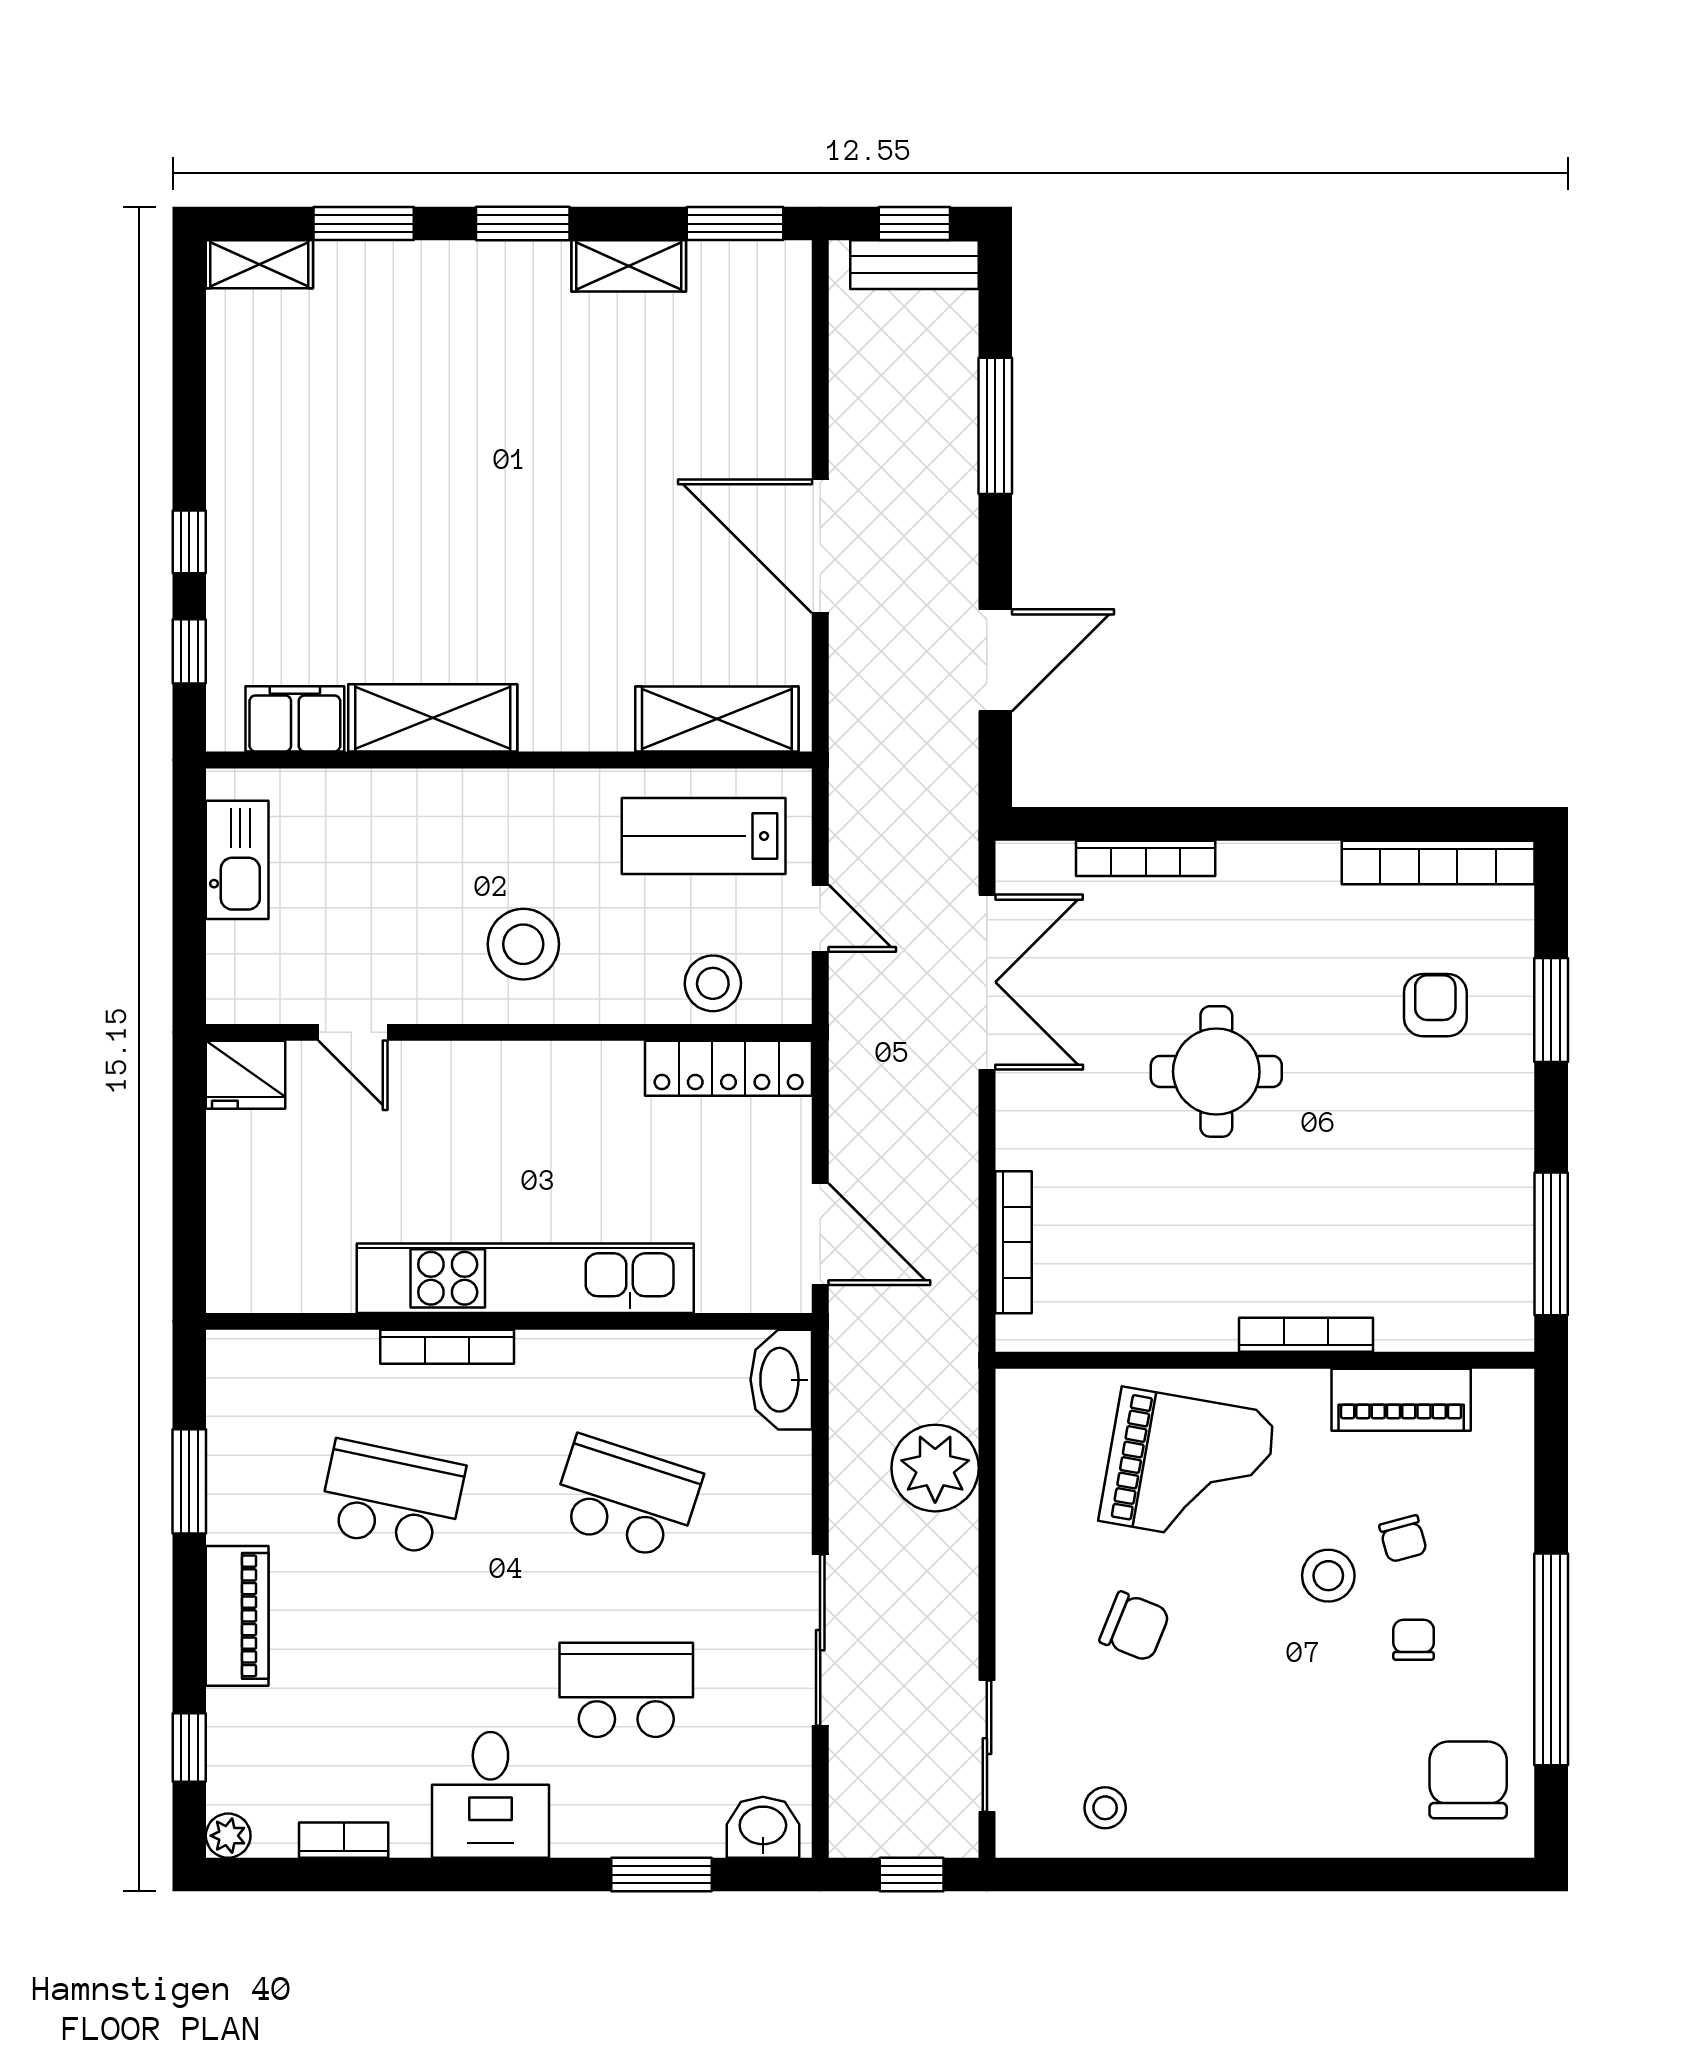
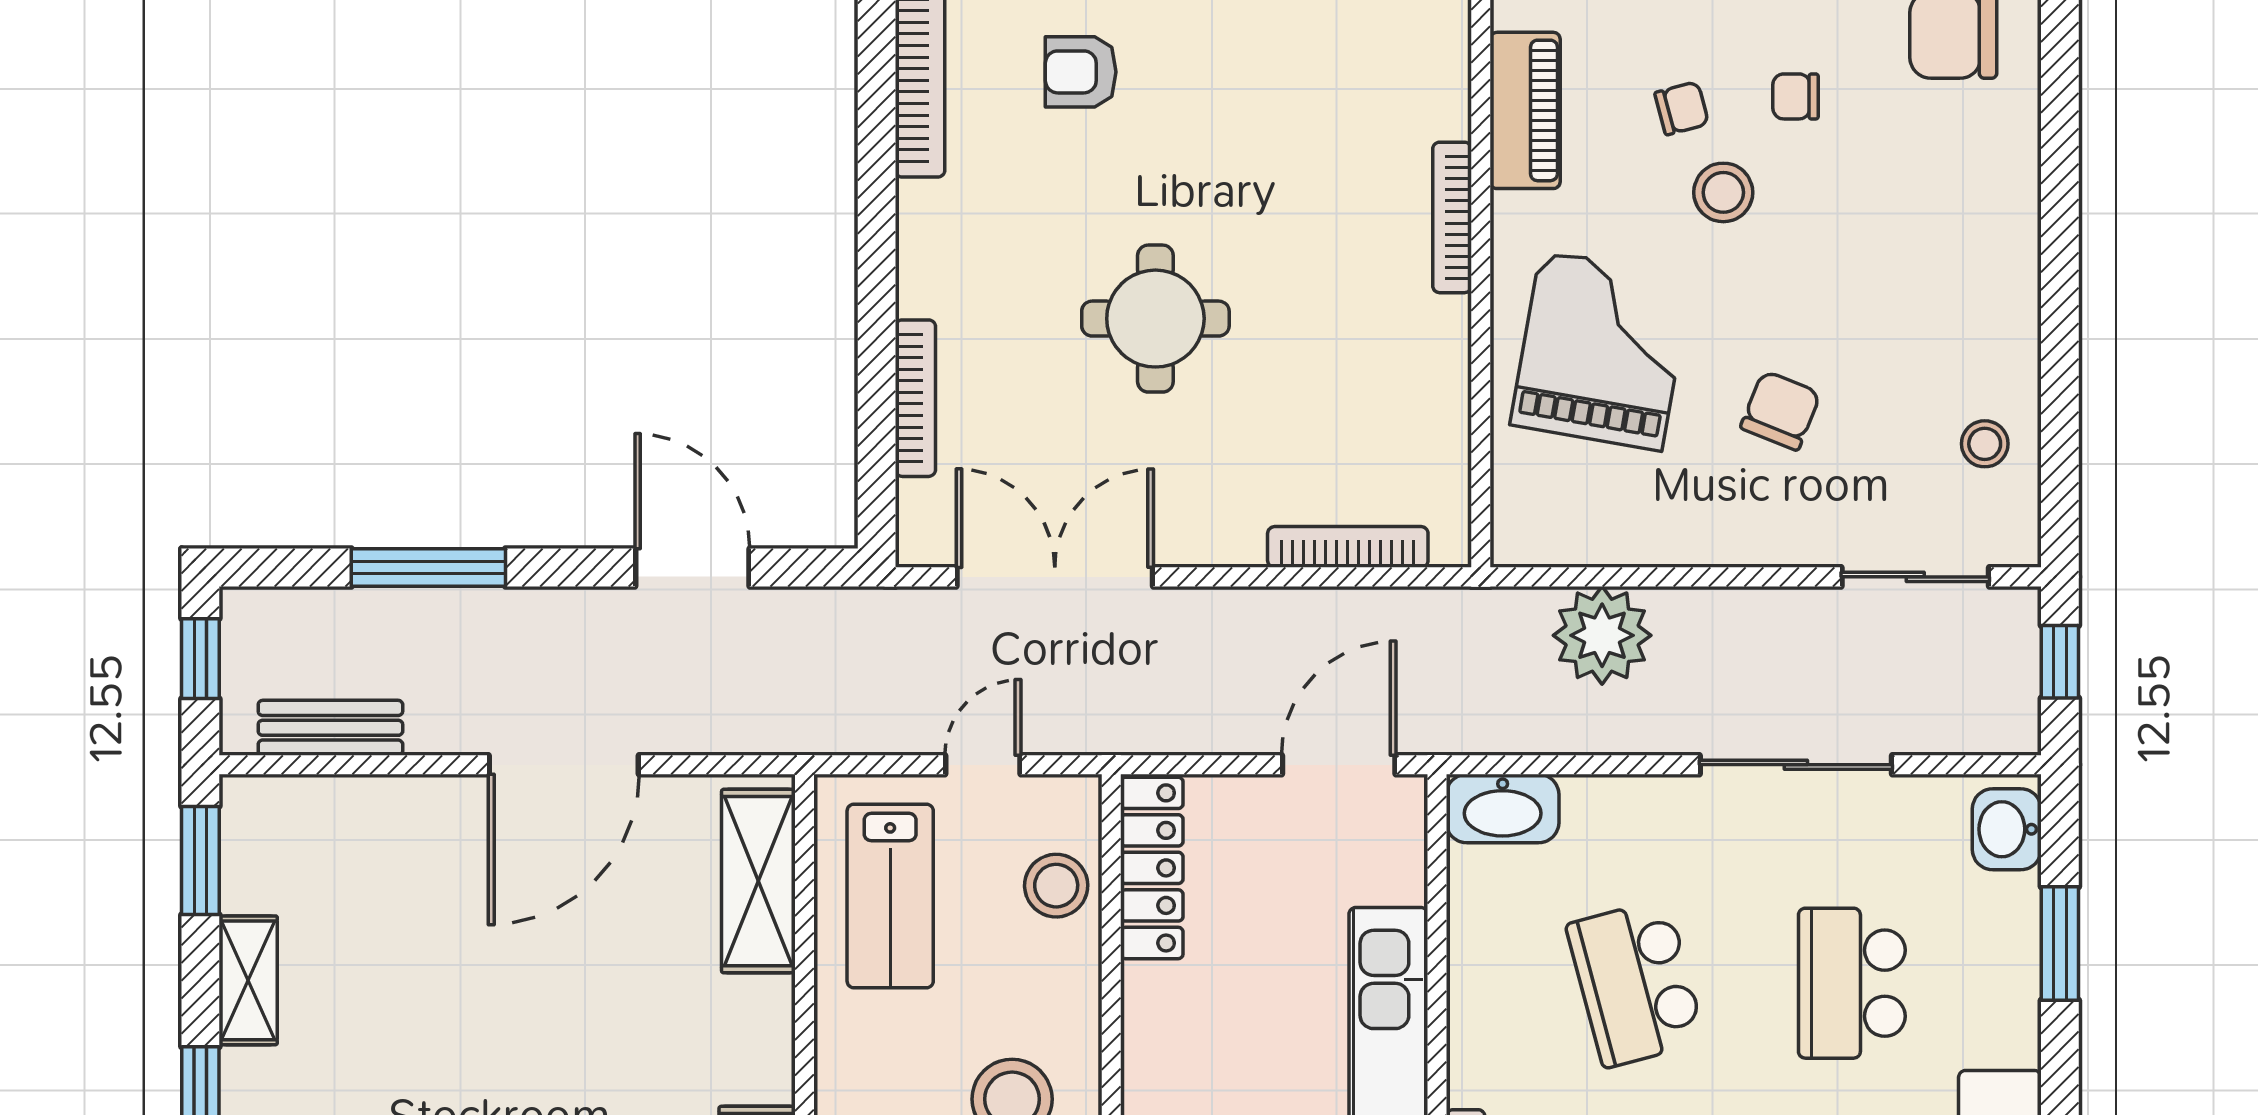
bench: (915, 265) -> (330, 728), moved, turned 90
school desk: (626, 1498) -> (1636, 983), turned -33

